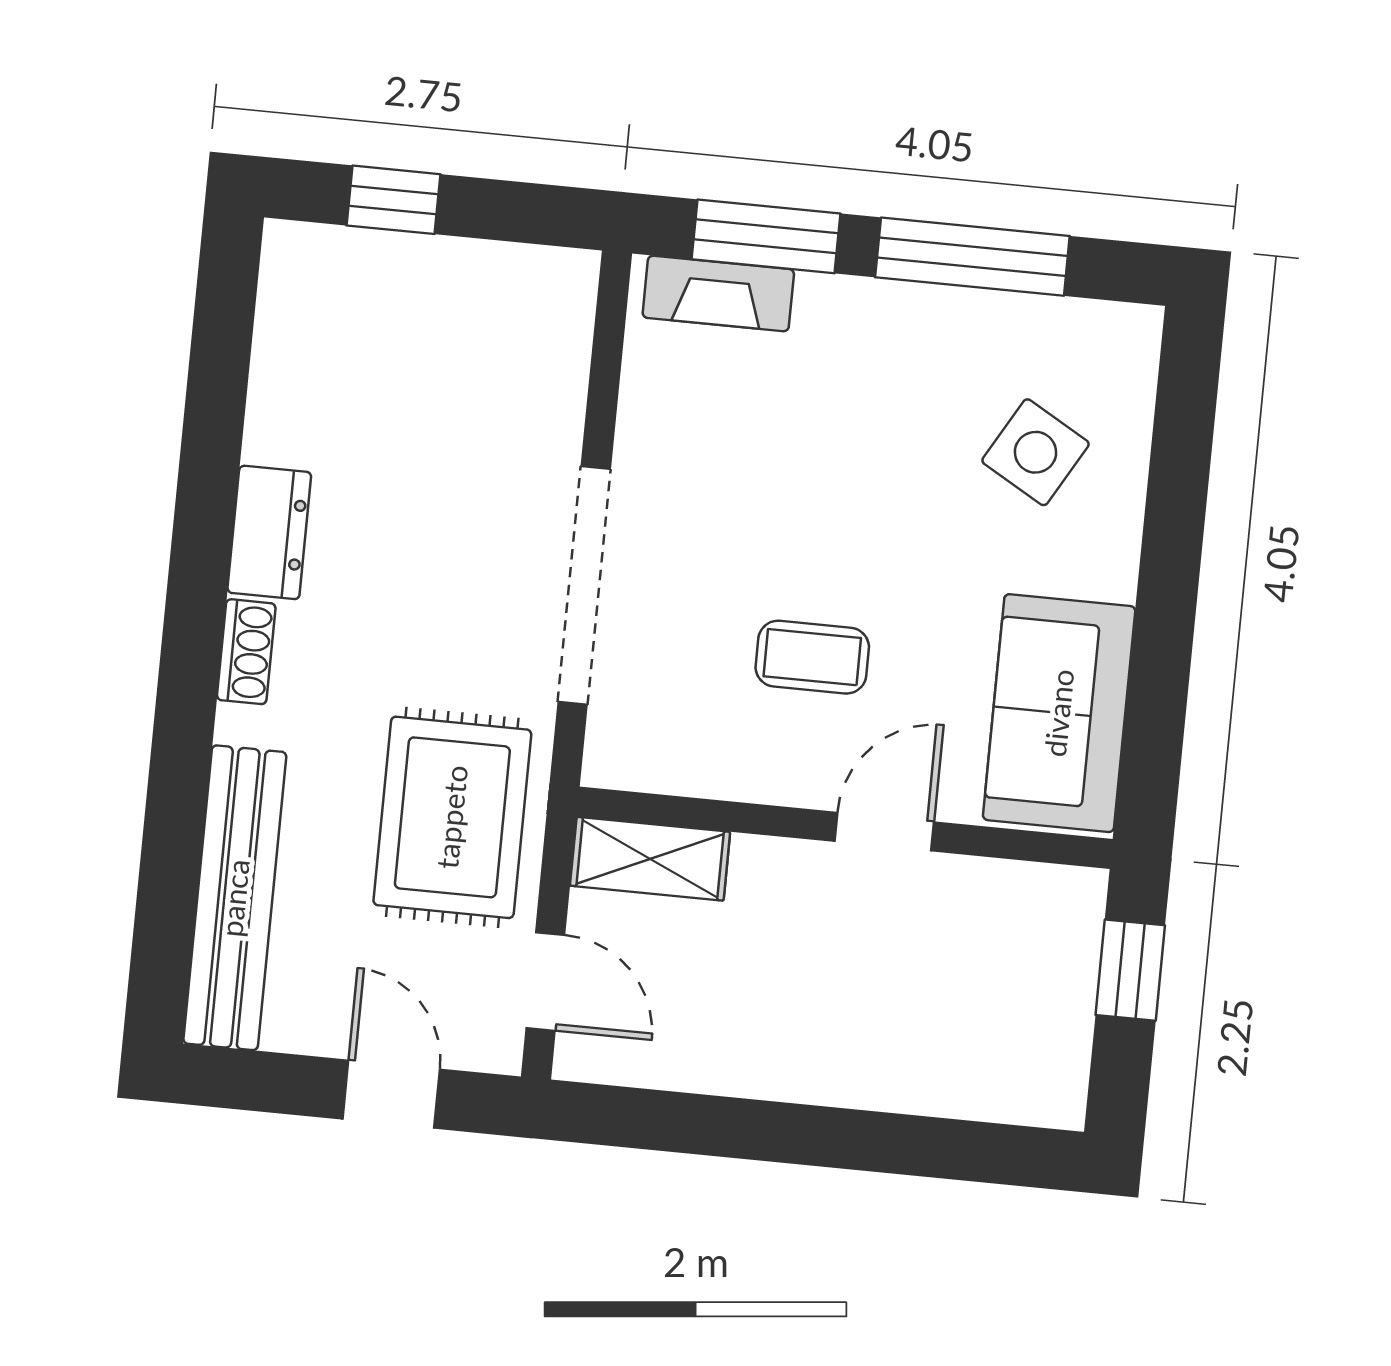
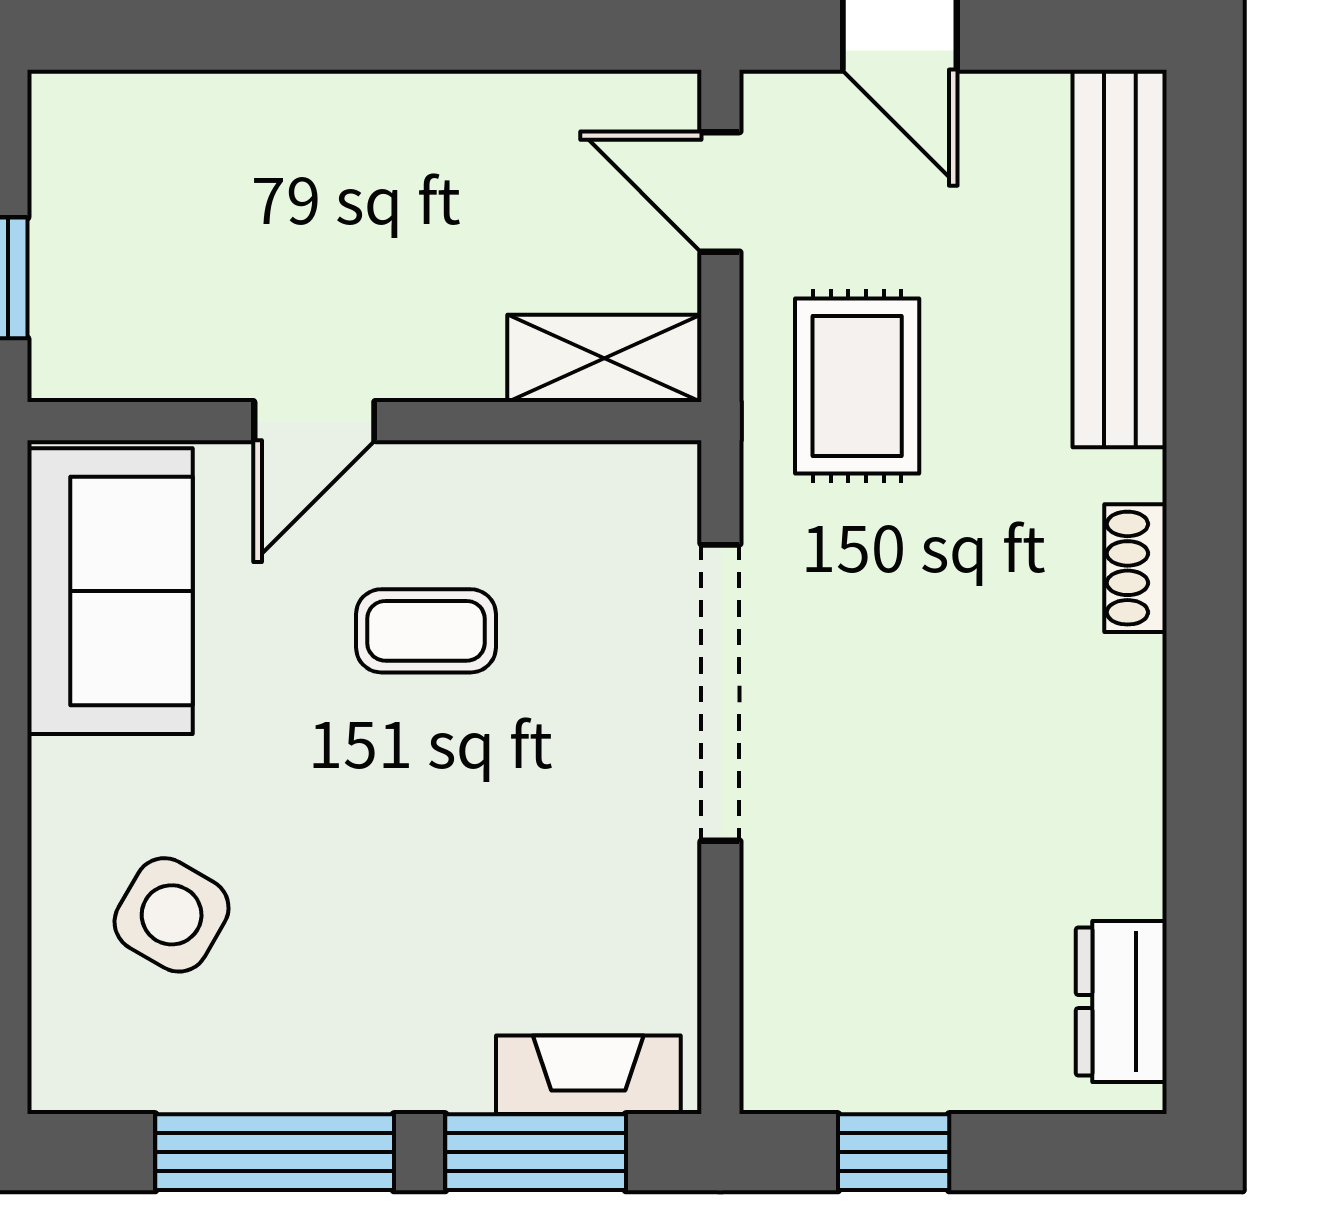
window: (393, 200) -> (894, 1152), moved
dresser: (269, 532) -> (1121, 1002), moved
rug: (452, 817) -> (857, 386), width x0.73, depth x0.70

